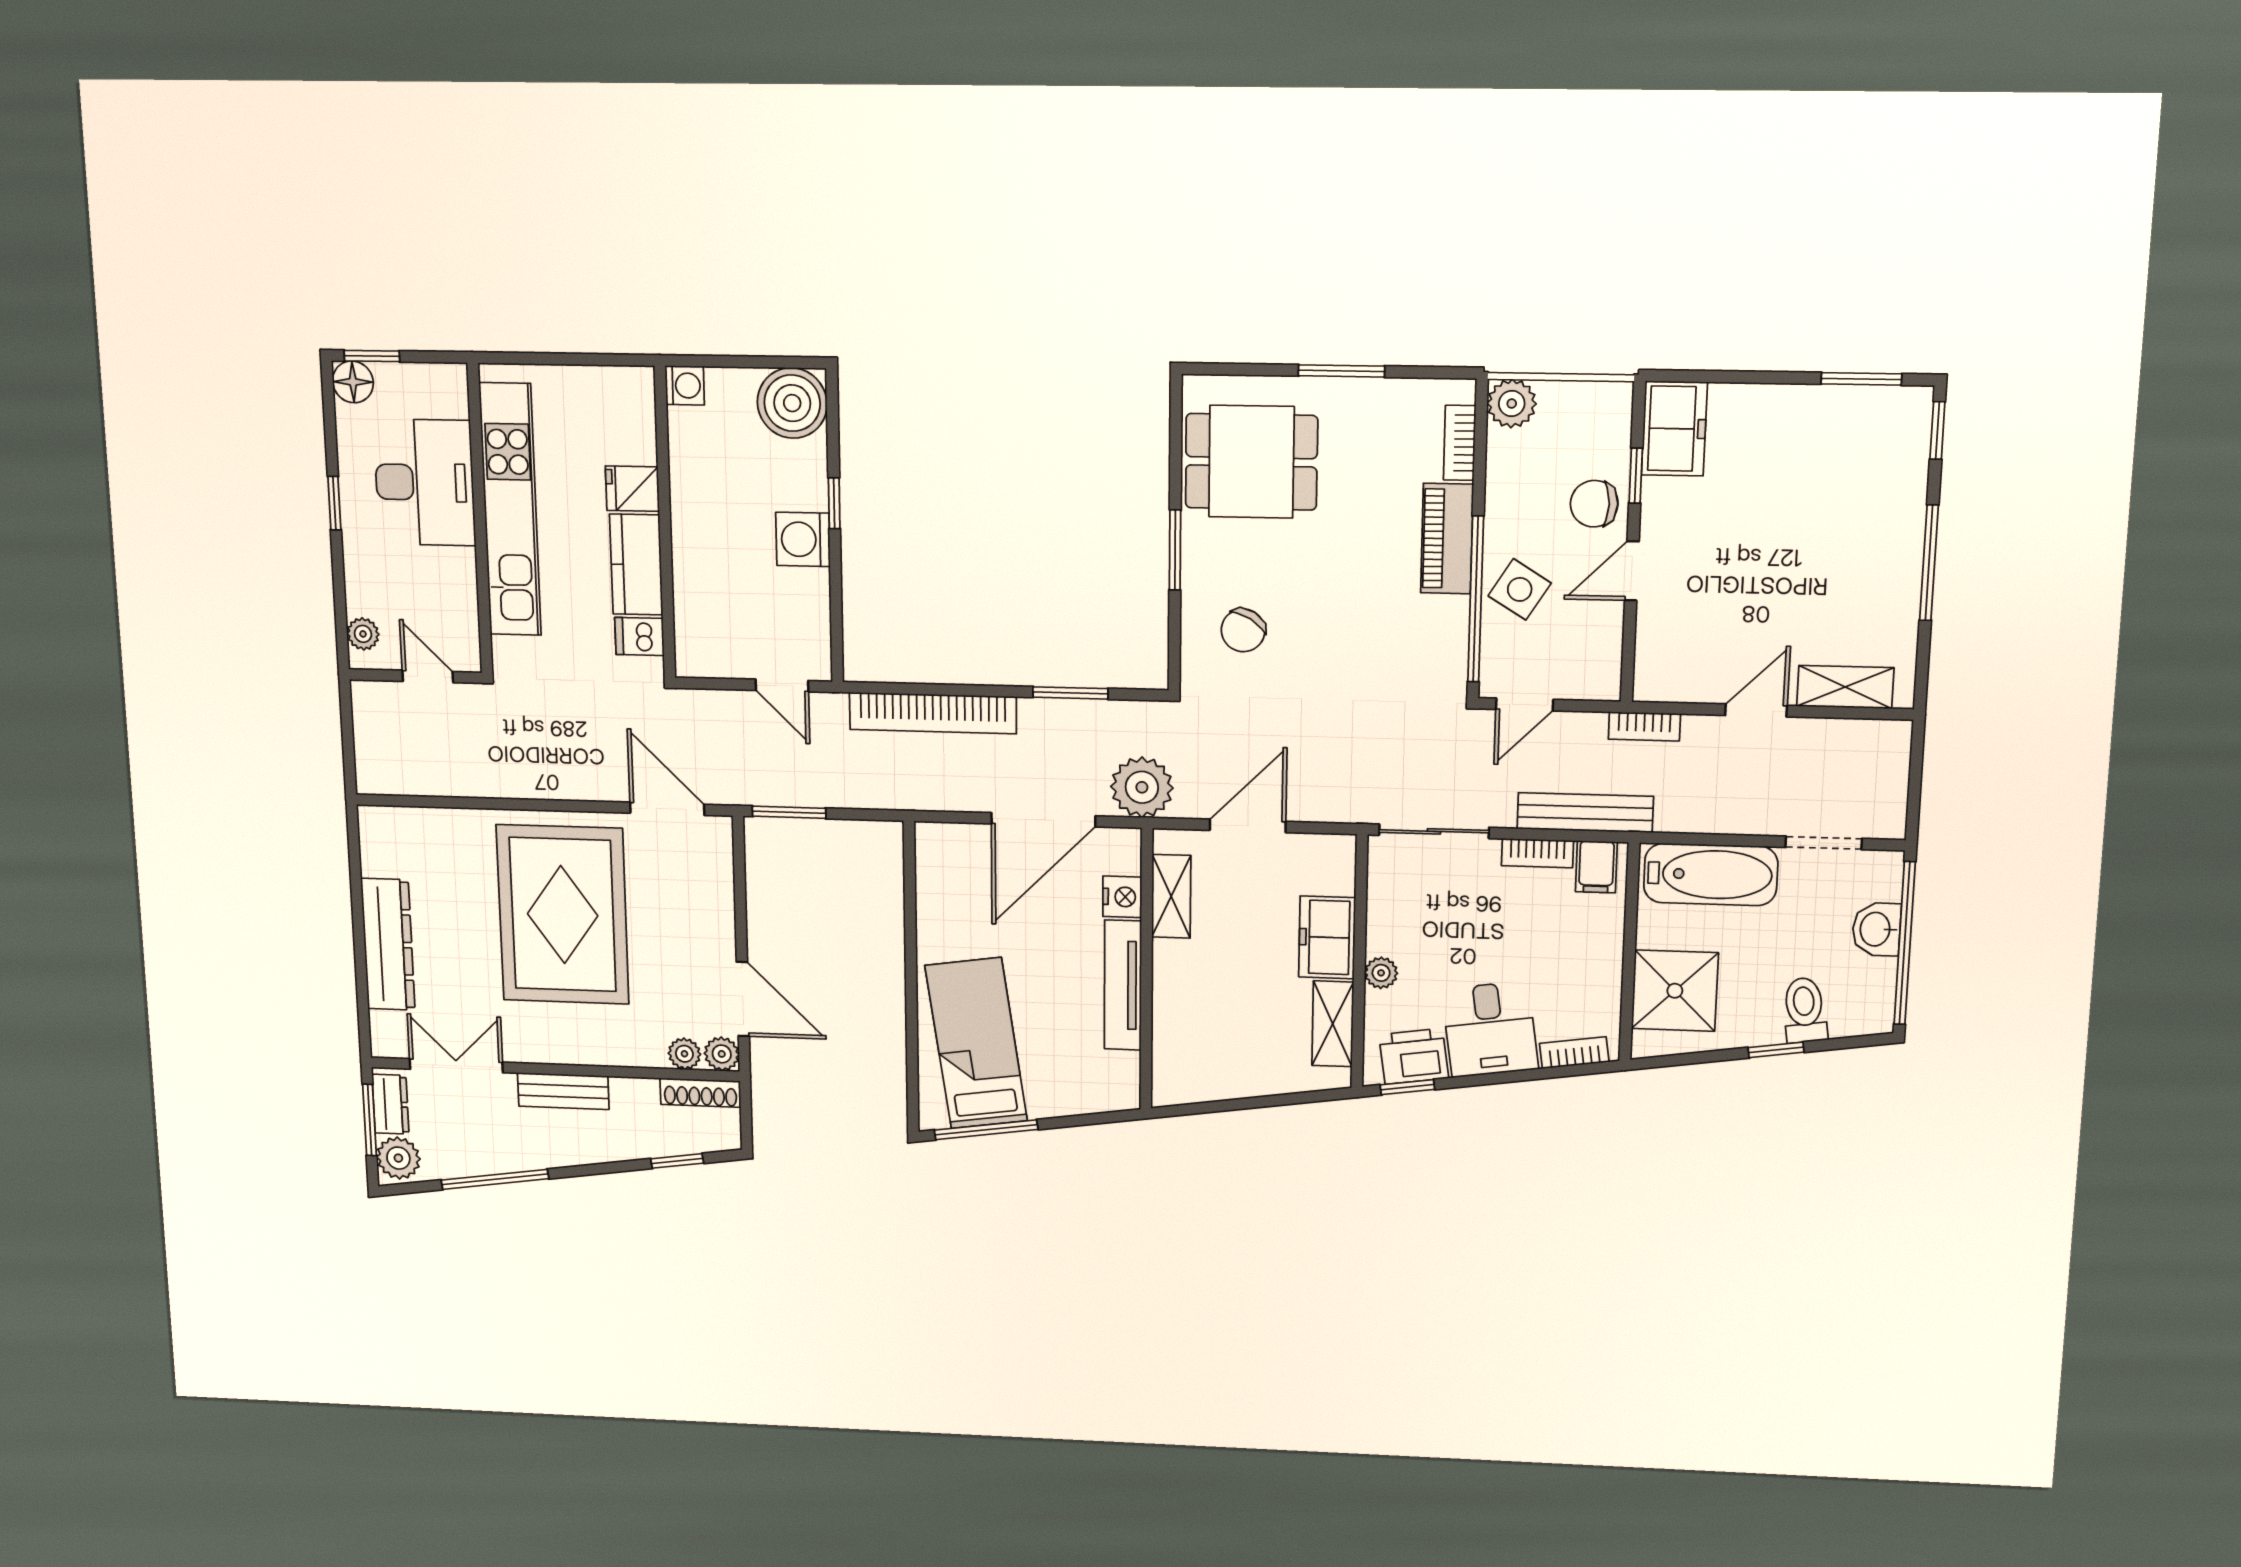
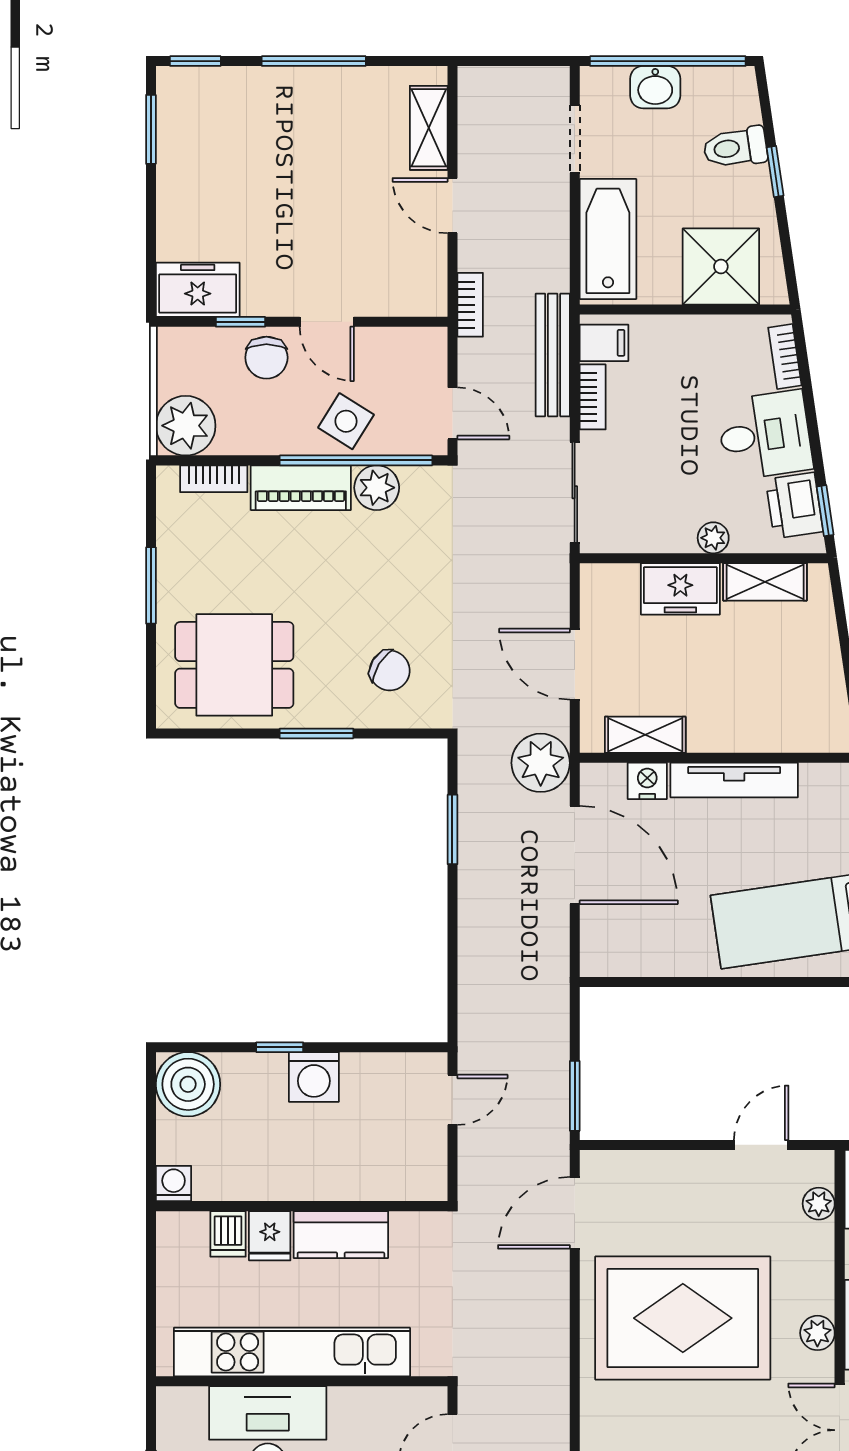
plant: (1512, 404) -> (186, 426), width x1.36, depth x1.36
dining table: (1251, 462) -> (234, 665), turned 90
plant: (1445, 621) -> (377, 488), added
dishwasher: (639, 636) -> (228, 1234), moved
bookcase: (933, 713) -> (475, 958), removed
door: (743, 999) -> (761, 1145), width x0.73
plant: (722, 1054) -> (817, 1333), moved

